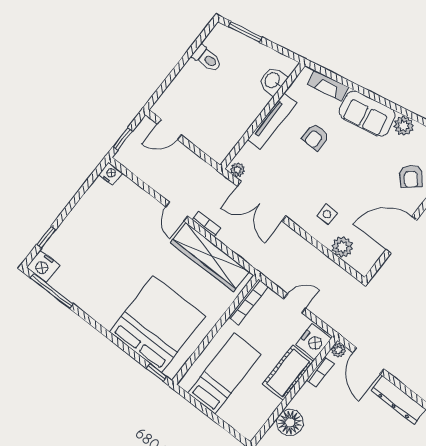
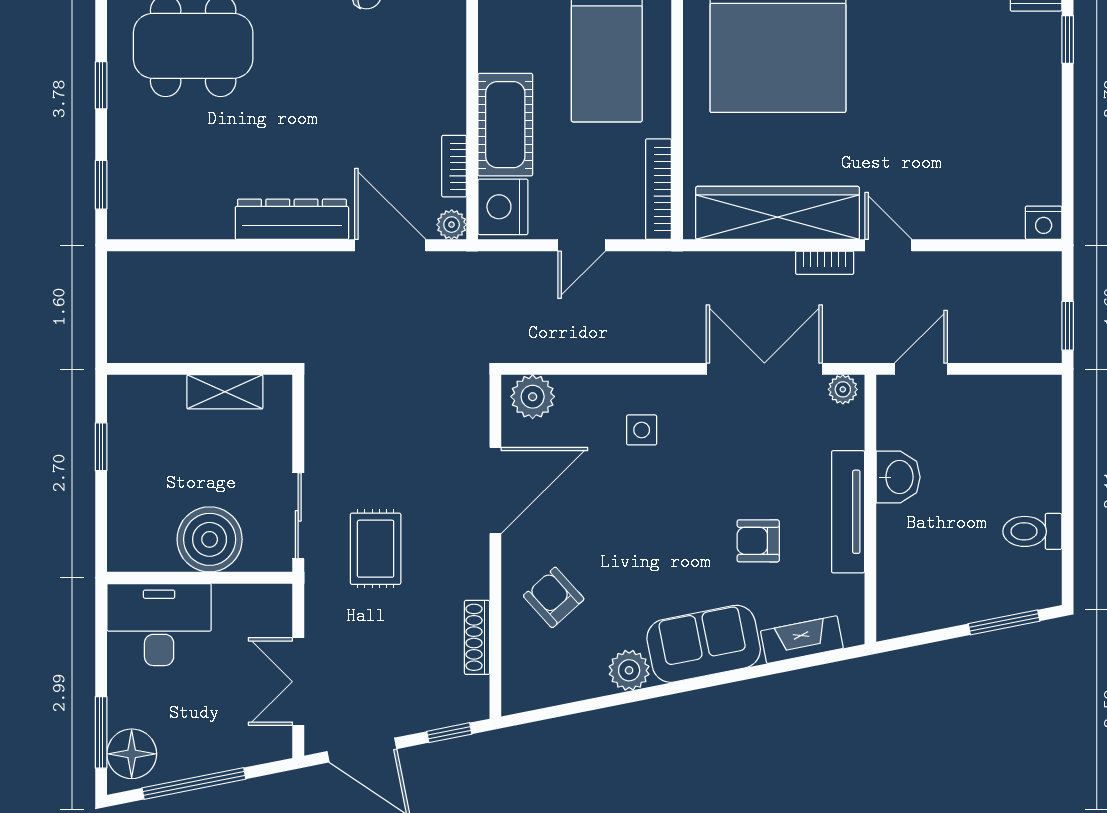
washbasin: (273, 81) -> (898, 477), moved
door: (169, 129) -> (921, 369), moved
armchair: (315, 137) -> (758, 541), turned -90
window: (123, 139) -> (1068, 326), moved
plant: (342, 247) -> (533, 397), moved
floor lamp: (290, 422) -> (439, 46), removed

